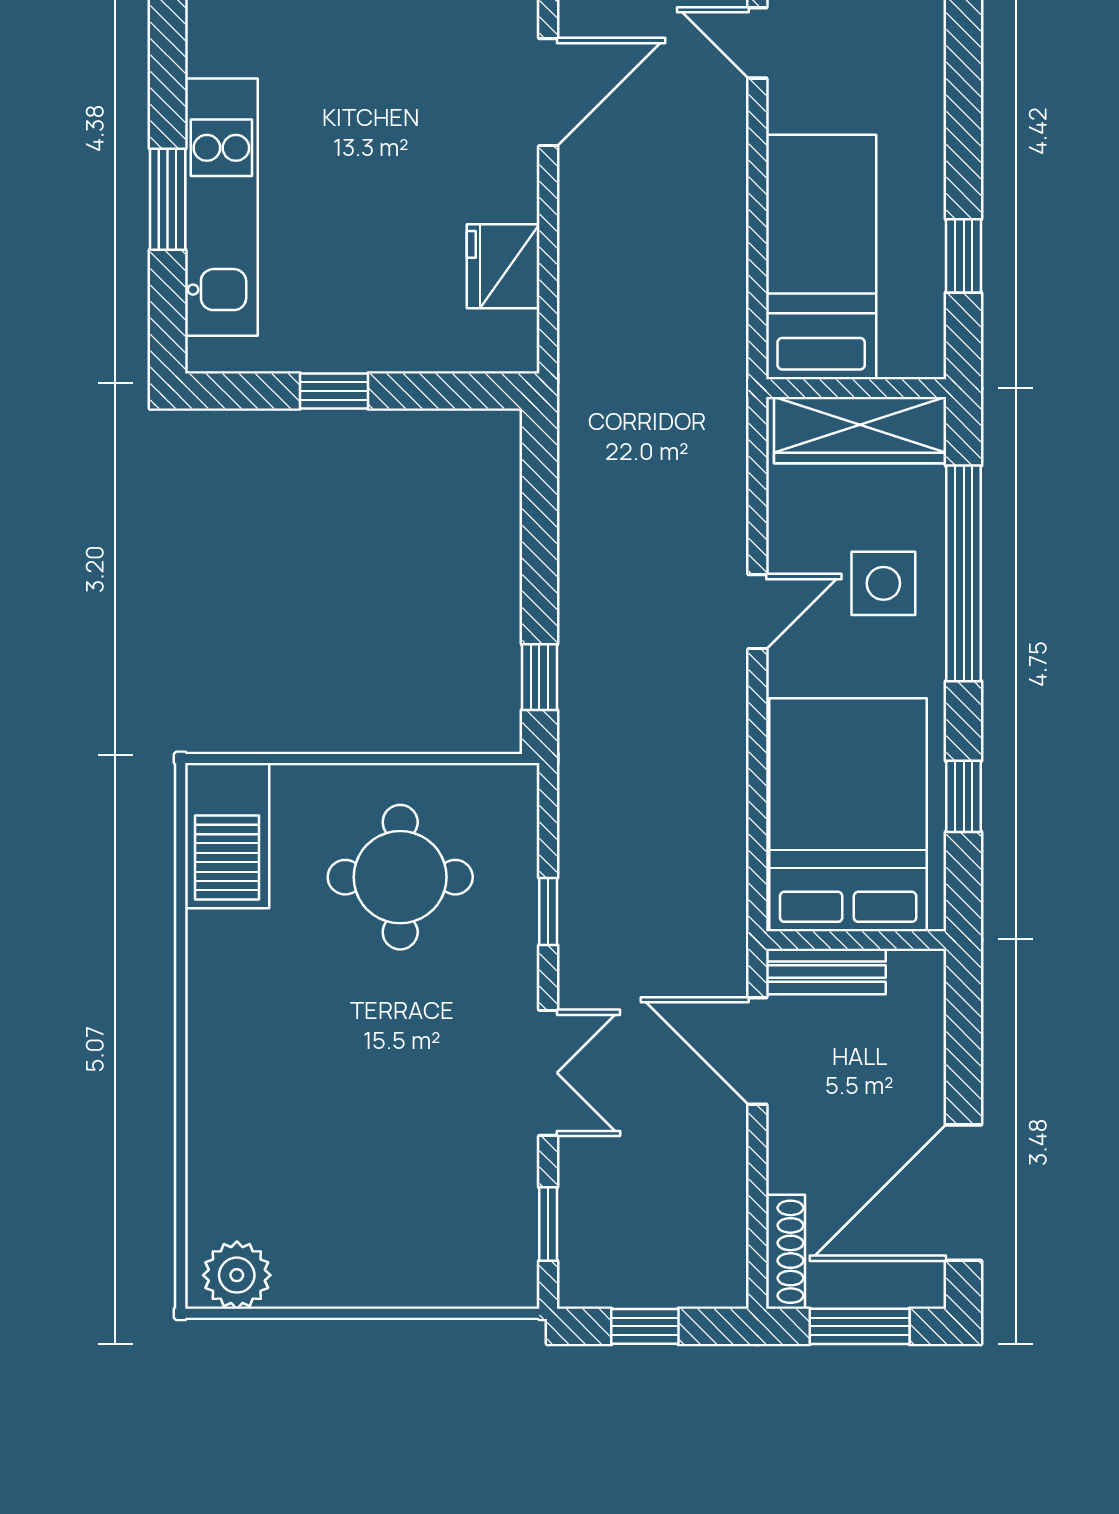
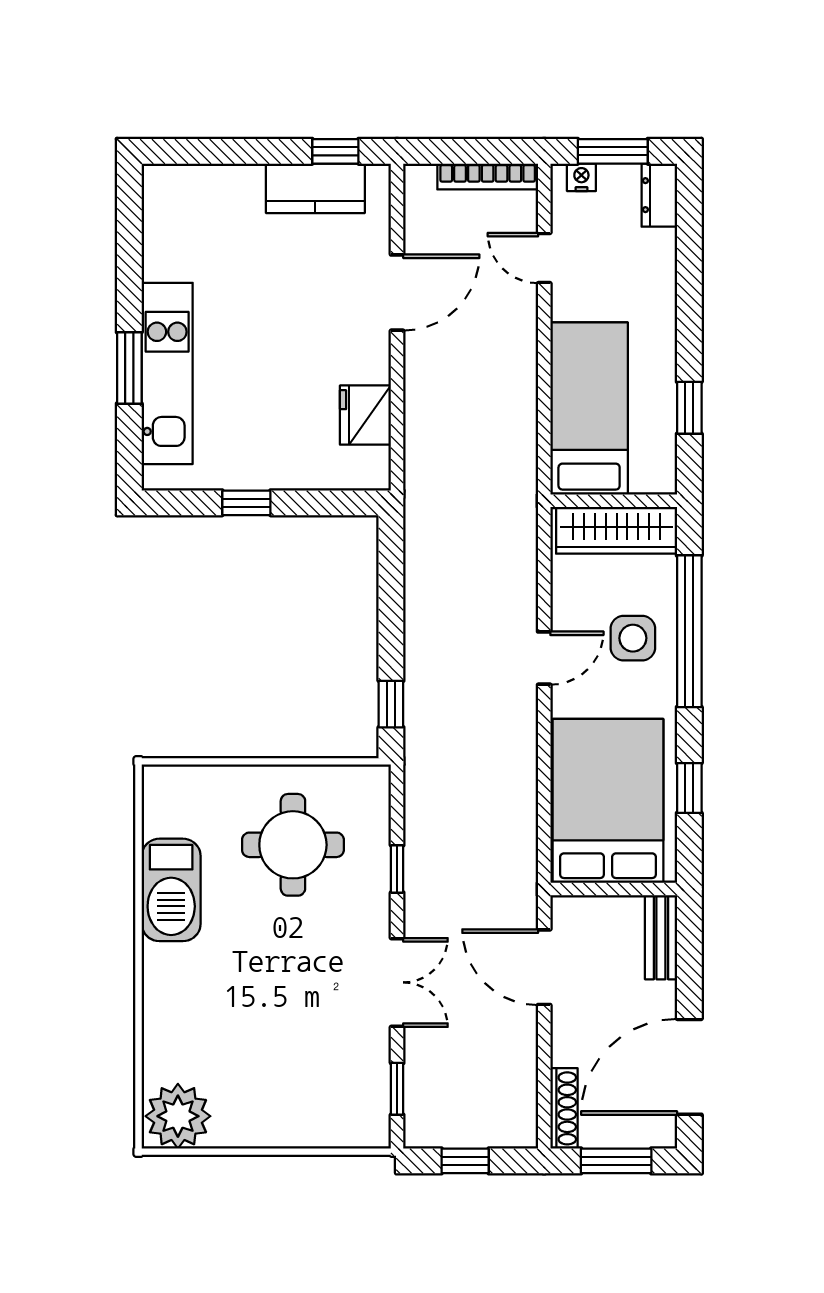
barbecue: (227, 836) -> (171, 890), moved
bench: (826, 972) -> (661, 937), moved, turned 90
plant: (237, 1275) -> (178, 1116), width x1.36, depth x1.36

